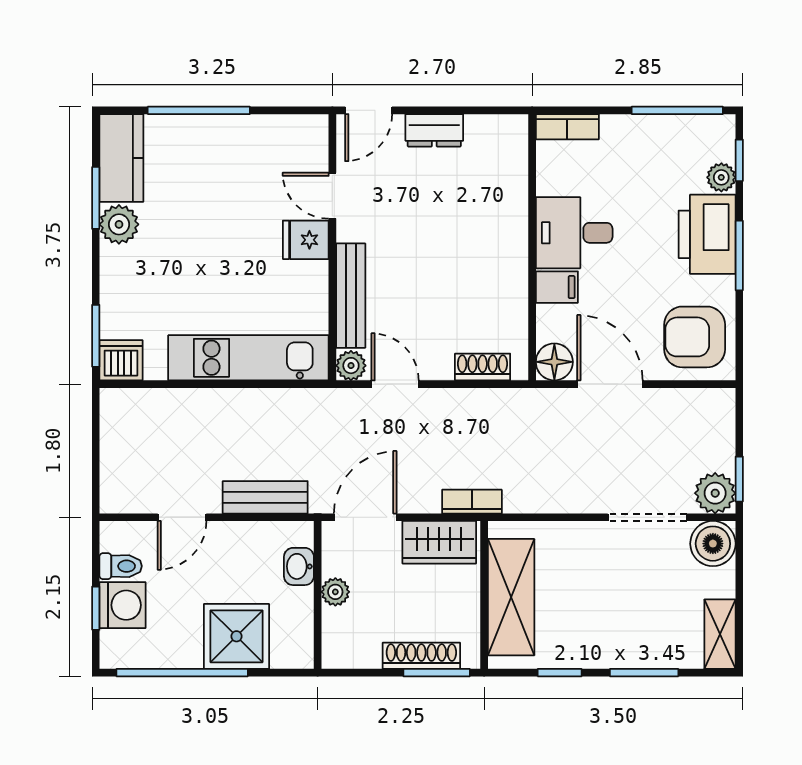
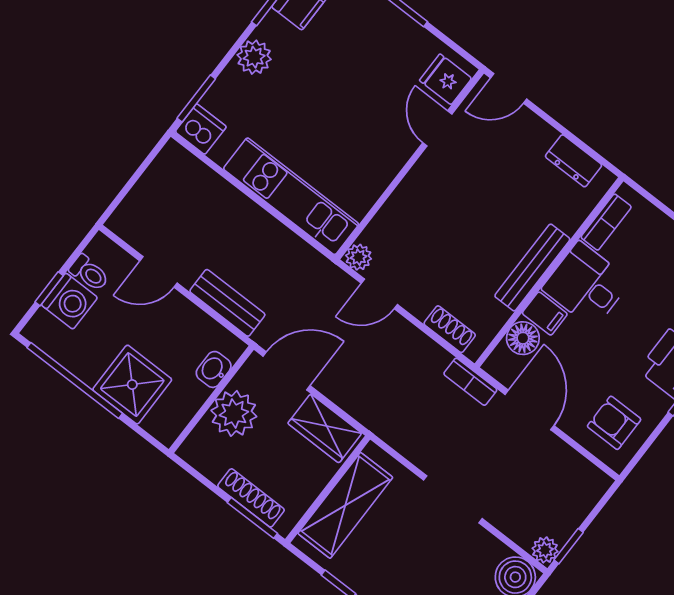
bookcase: (567, 127) -> (606, 222), moved, turned -90
dresser: (434, 130) -> (574, 161), moved
plant: (119, 224) -> (254, 57), moved
fridge: (306, 240) -> (445, 79), moved
bench: (351, 296) -> (532, 268), moved
armchair: (695, 337) -> (614, 423), width x0.72, depth x0.72
floor lamp: (554, 362) -> (523, 338), moved
door: (395, 384) -> (379, 294), swing flipped
plant: (715, 493) -> (545, 550), width x0.73, depth x0.73
bookcase: (472, 502) -> (470, 382), moved, turned 180
doorway: (647, 517) -> (453, 499), moved
plant: (335, 592) -> (234, 413), width x1.88, depth x1.88

